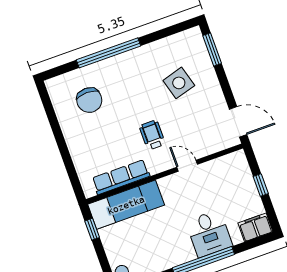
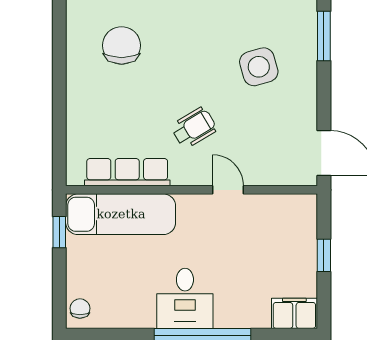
chair: (89, 100) -> (122, 45), turned 180
wheelchair: (152, 135) -> (194, 128), turned 59
desk: (209, 234) -> (185, 298), moved

